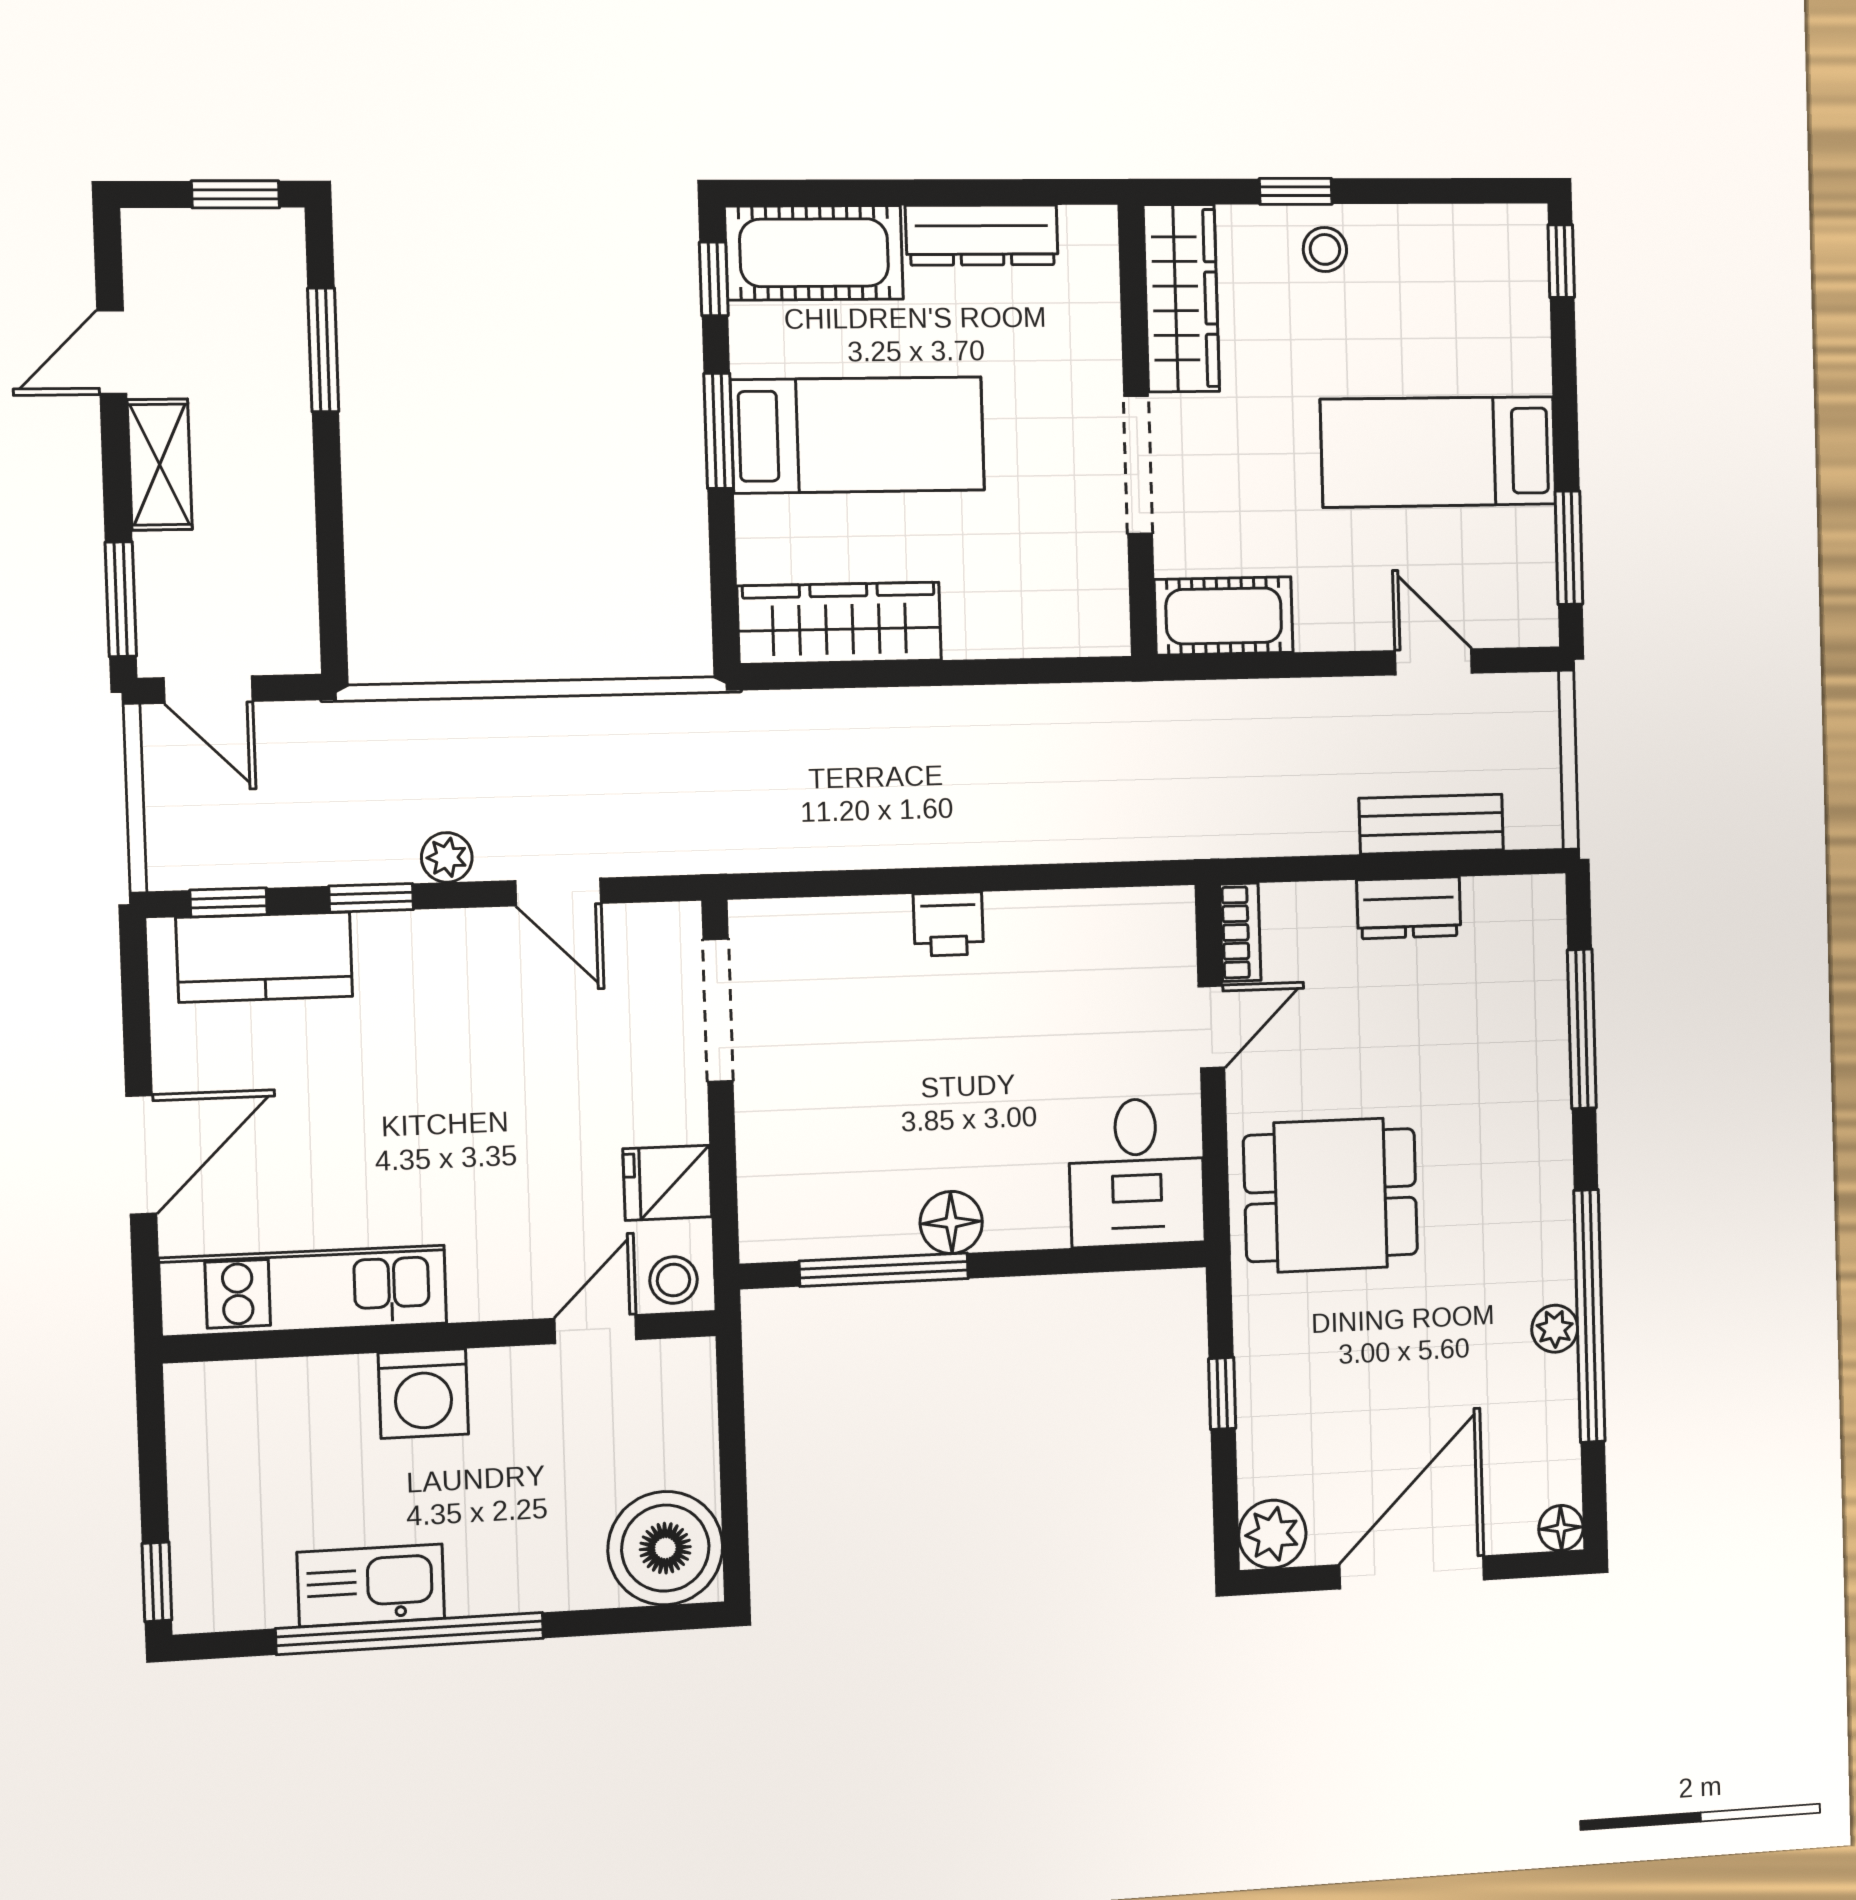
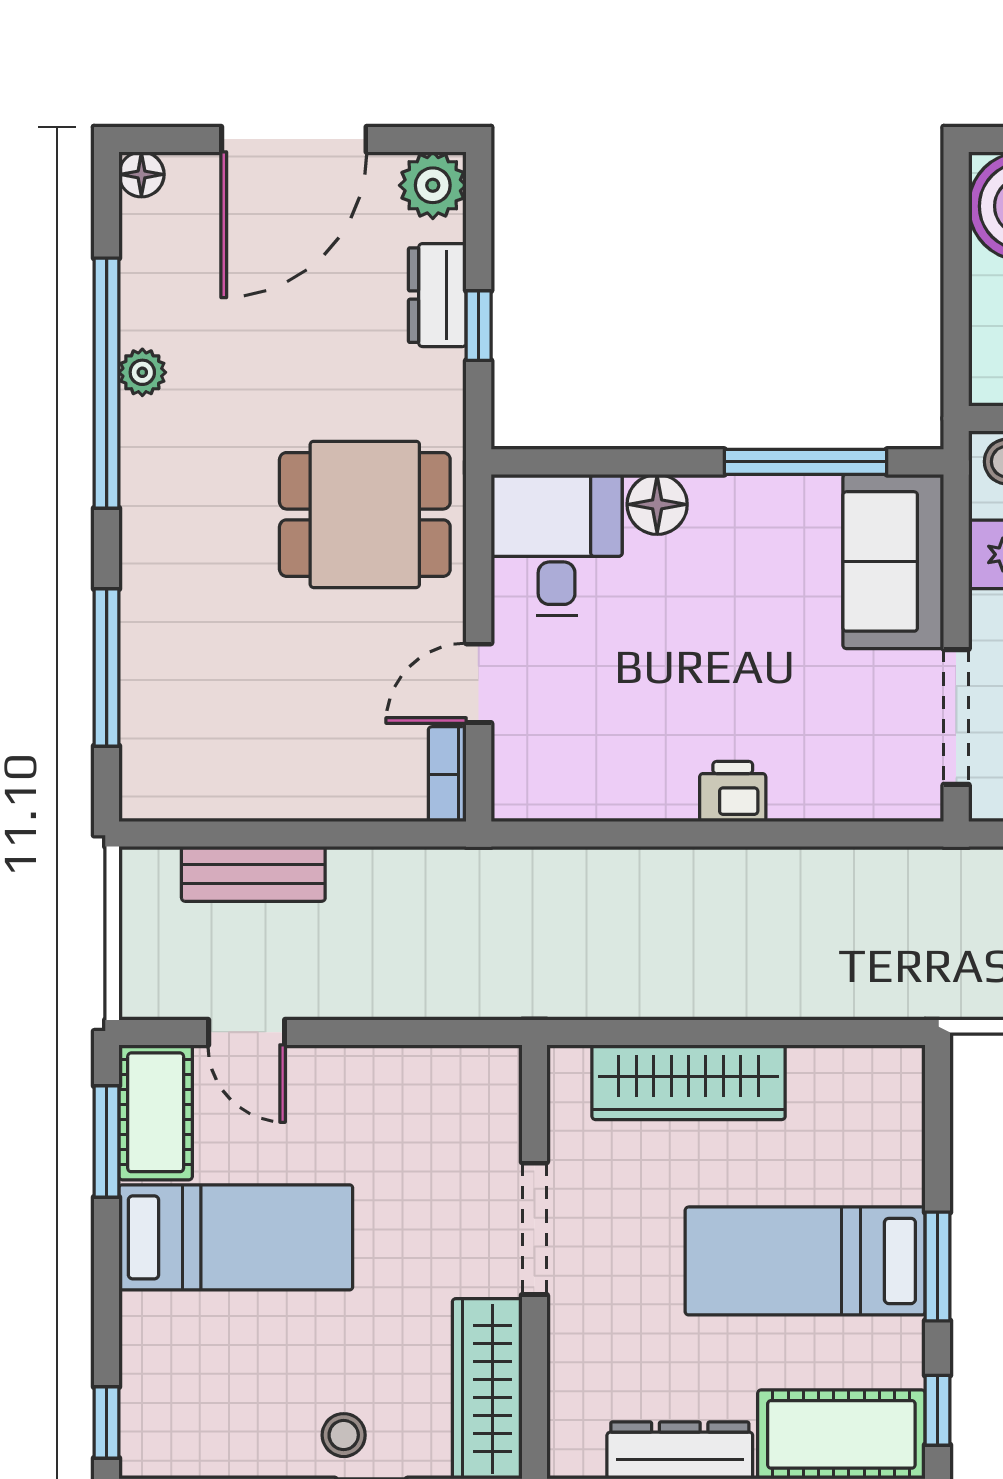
cot: (1224, 616) -> (156, 1112), moved, turned 90
wardrobe: (839, 623) -> (689, 1082), moved
dresser: (1409, 908) -> (437, 295), moved, turned -90
sofa: (789, 1170) -> (893, 561), added
floor lamp: (951, 1222) -> (657, 504), moved

